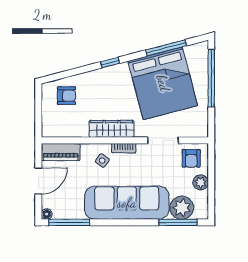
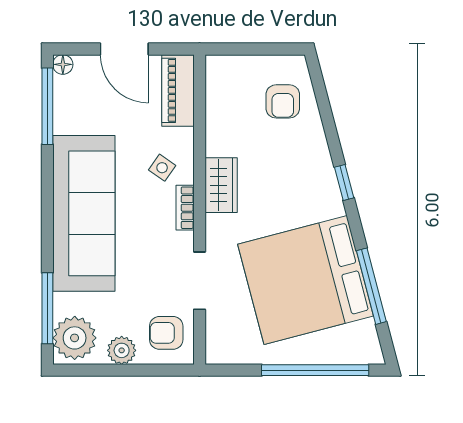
wardrobe: (112, 129) -> (221, 185), width x0.67
plant: (182, 208) -> (75, 338), moved

